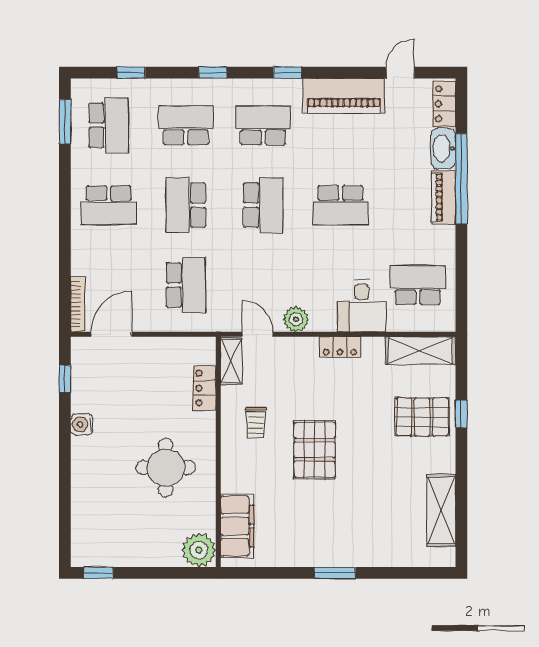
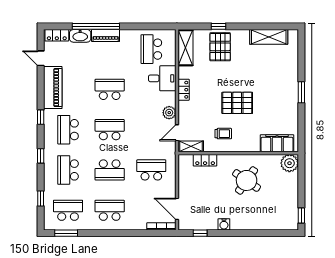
school desk: (109, 205) -> (110, 210), turned -90
school desk: (340, 205) -> (110, 89), turned -90
round table: (166, 468) -> (247, 180), turned 35

